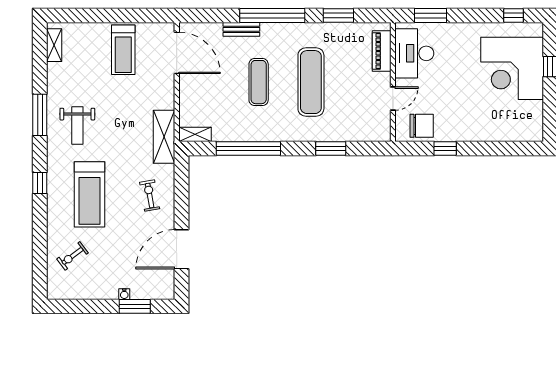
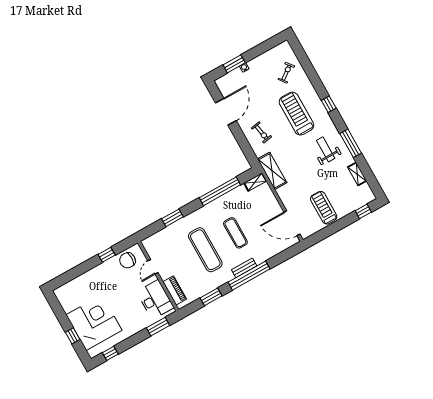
window: (74, 15) -> (363, 211), added
bench: (241, 29) -> (244, 268), moved
shelving: (54, 45) -> (357, 174), moved

